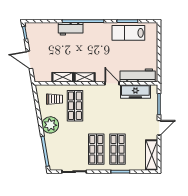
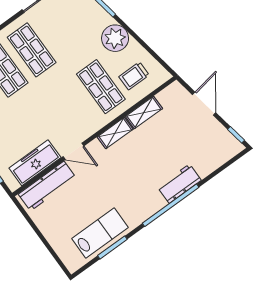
door: (29, 60) -> (204, 104), hinge flipped

